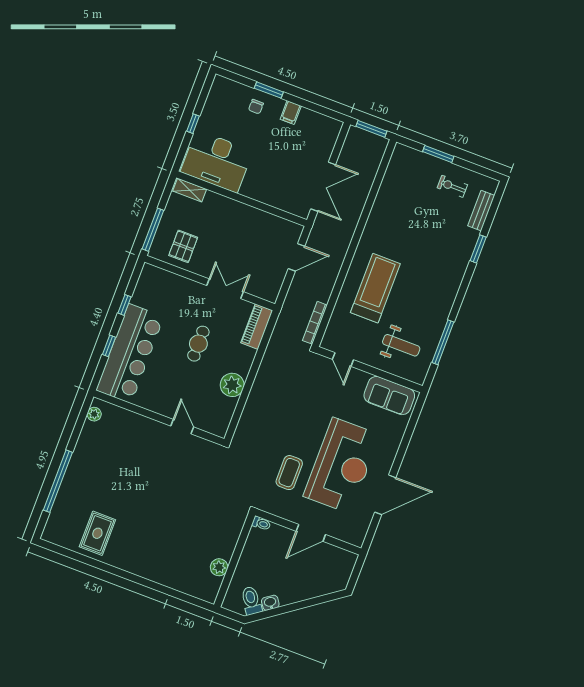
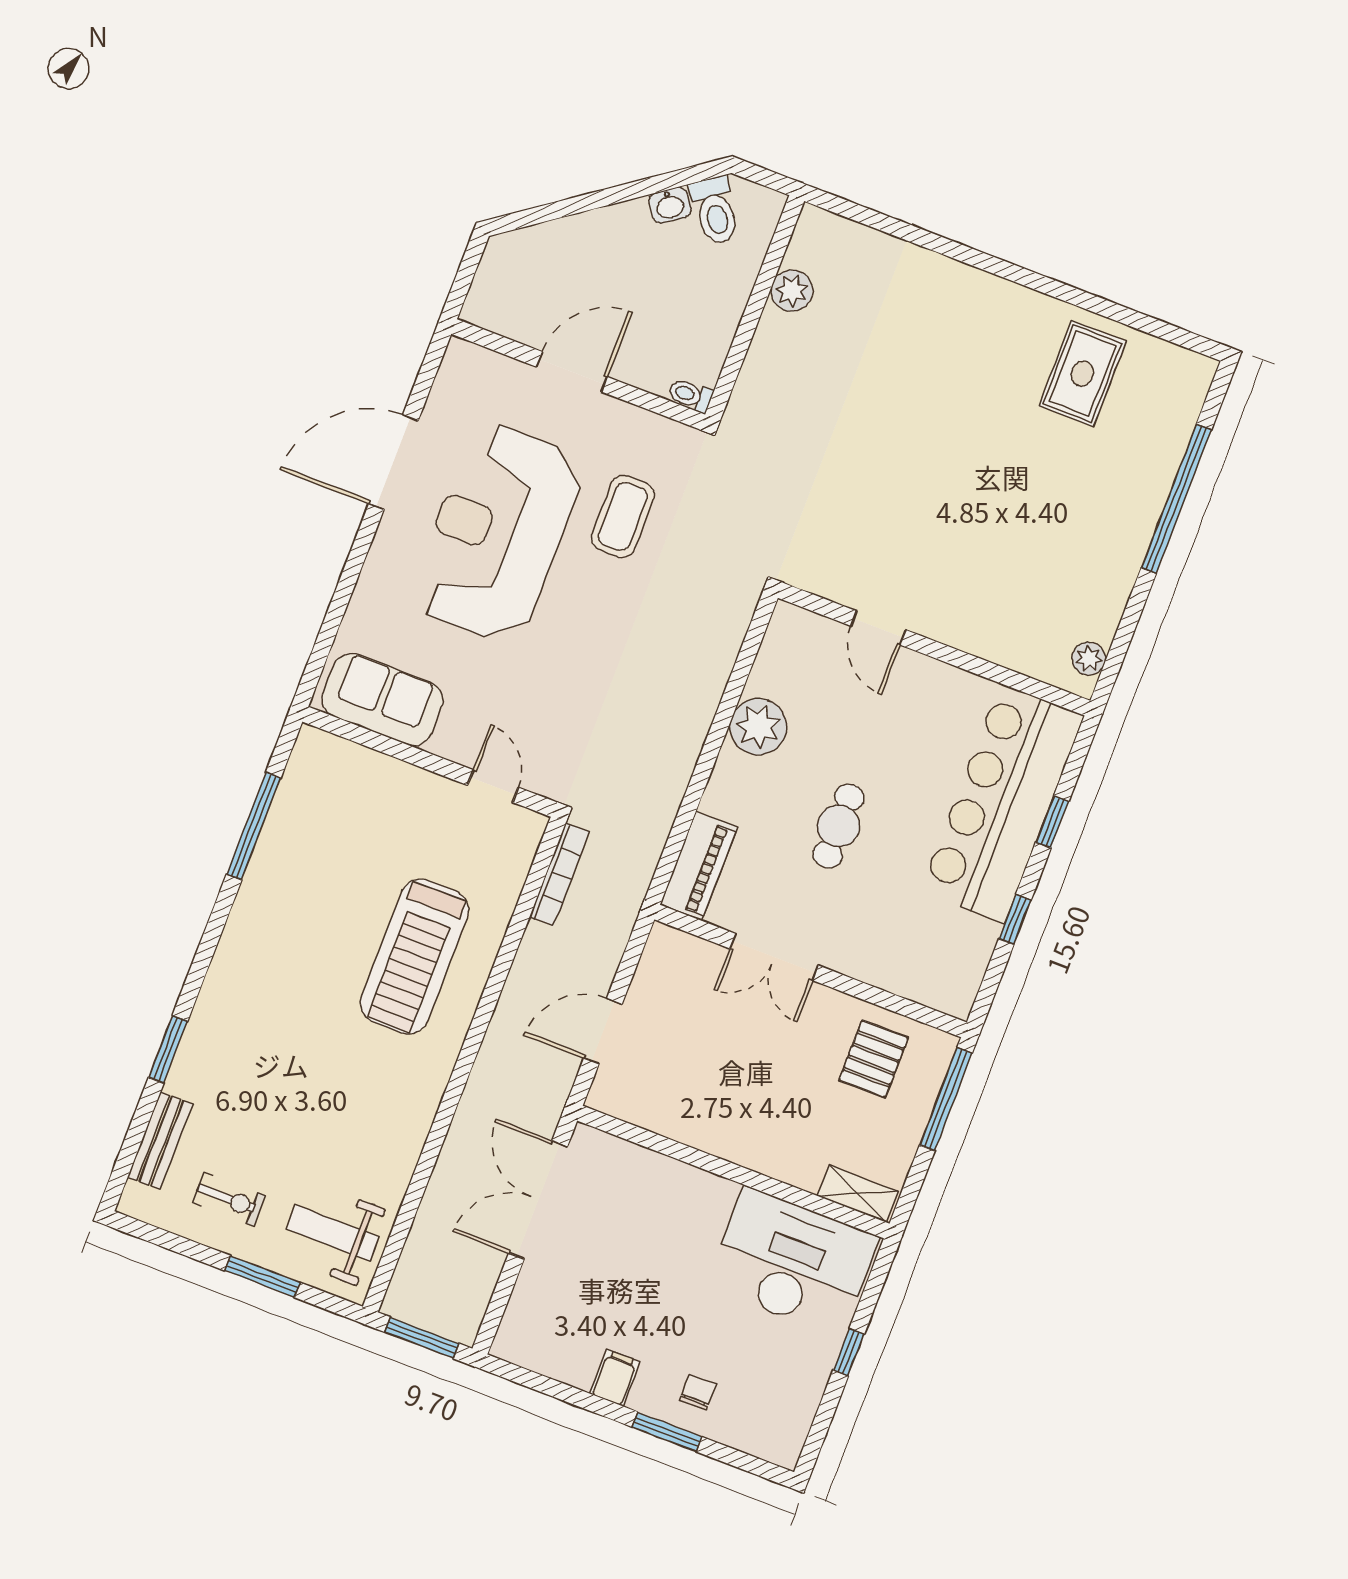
weight bench: (401, 345) -> (333, 1233), moved

